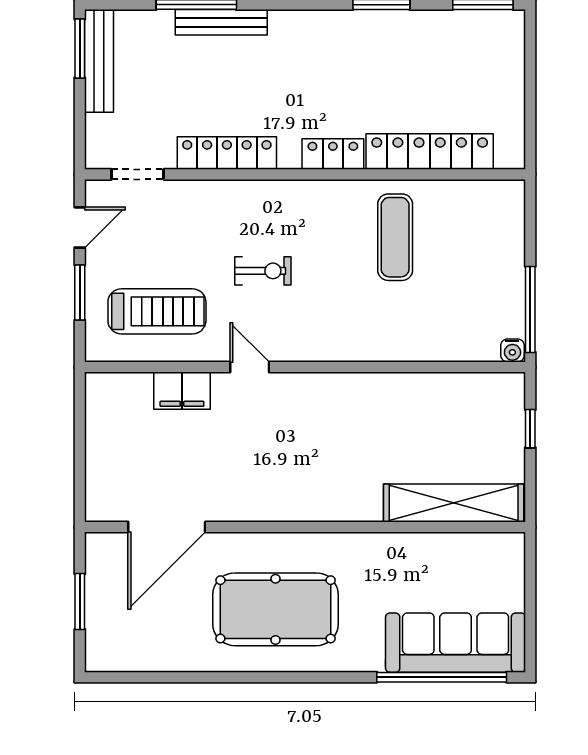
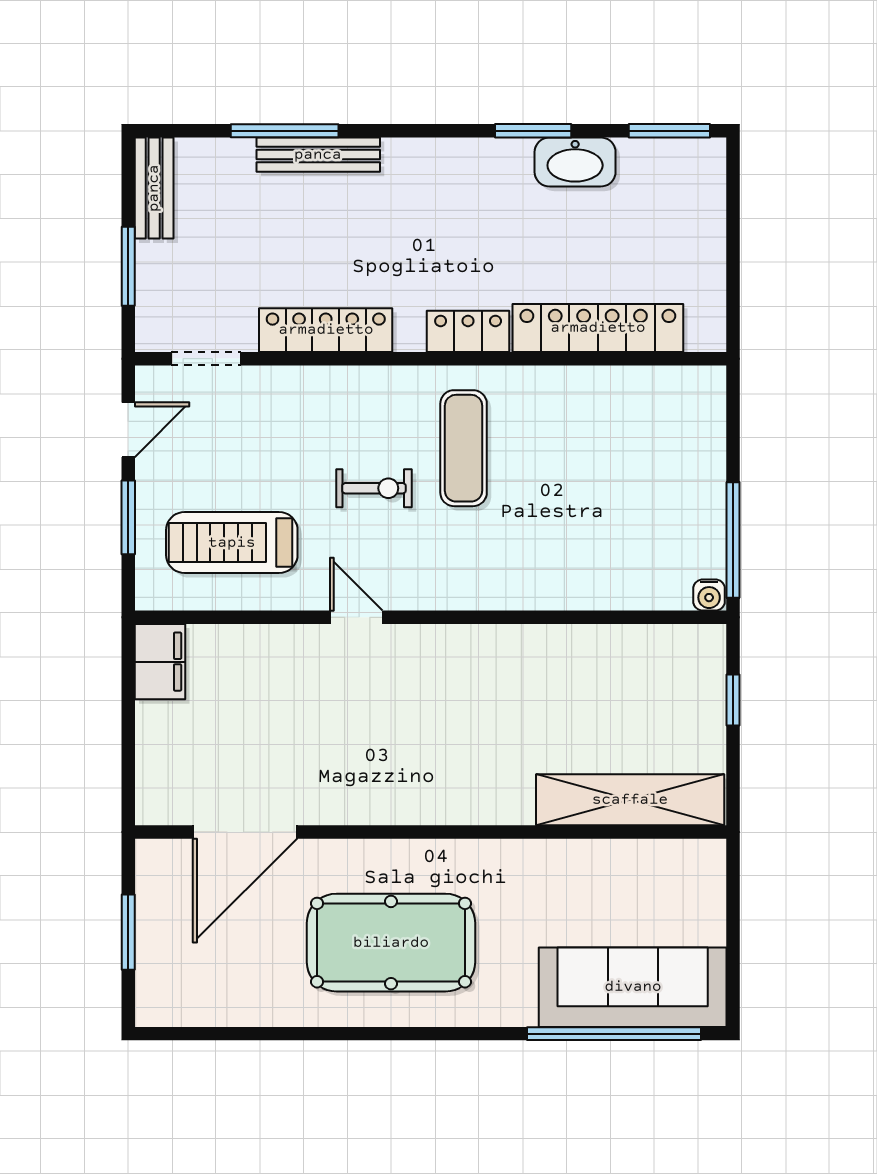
washbasin: (413, 28) -> (575, 162), added
window: (80, 49) -> (128, 266), moved
bench: (99, 61) -> (154, 188), width x0.73
exercise mat: (395, 237) -> (464, 448), moved
treadmill: (157, 311) -> (232, 543), turned 180
filing cabinet: (182, 391) -> (160, 662), moved, turned -90

